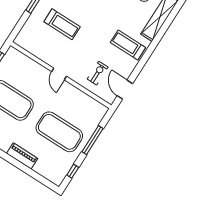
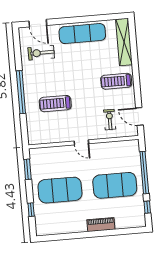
treadmill: (62, 24) -> (55, 104), turned 180
window: (93, 140) -> (144, 173), width x1.46

